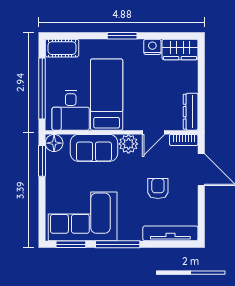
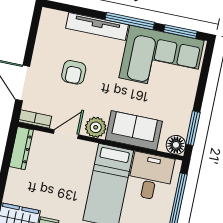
tv unit: (170, 233) -> (97, 26), moved

